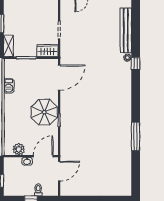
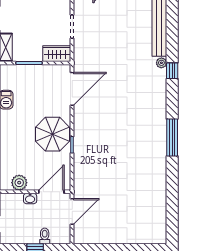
window: (136, 136) -> (172, 137), moved

